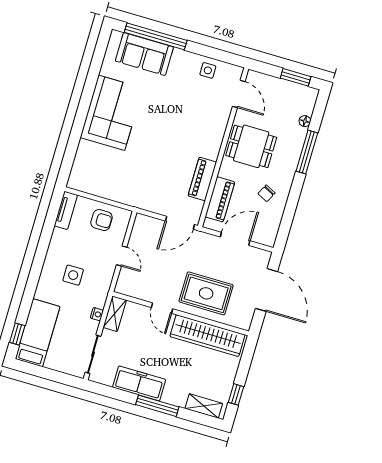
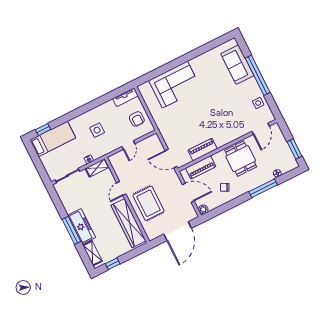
window: (156, 36) -> (258, 75), moved
corner sofa: (111, 113) -> (175, 85), moved
plant: (269, 239) -> (203, 209), added
freezer: (139, 383) -> (82, 226), moved

